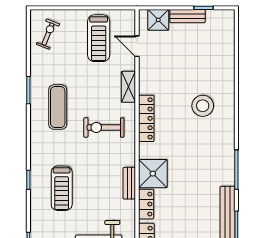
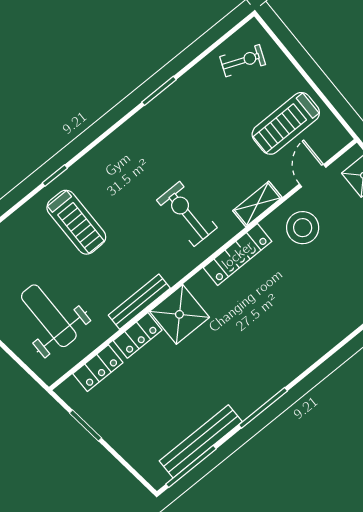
stool: (203, 106) -> (303, 228), moved
exercise mat: (58, 107) -> (167, 141), removed
bench: (129, 183) -> (139, 302), width x1.36
treadmill: (62, 188) -> (76, 222), turned -90

